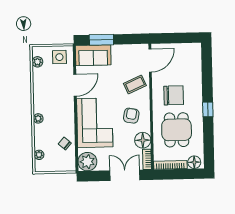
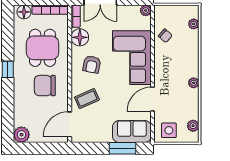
plant: (194, 50) -> (21, 135), added
plant: (38, 118) -> (194, 83), moved
plant: (87, 162) -> (146, 10), width x0.53, depth x0.53

